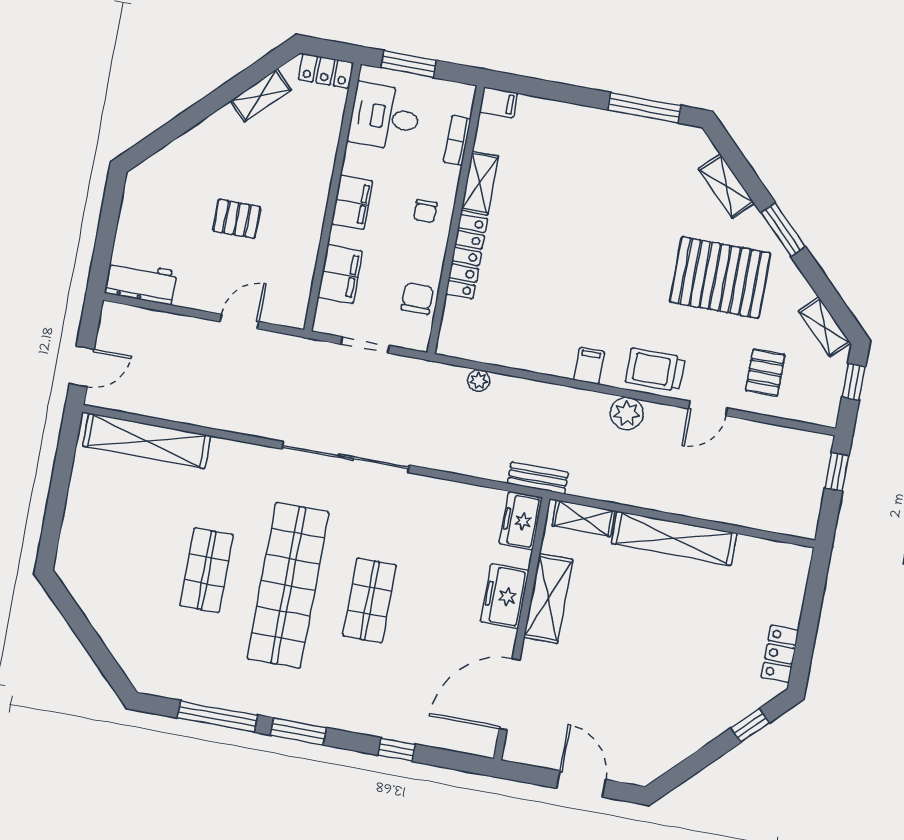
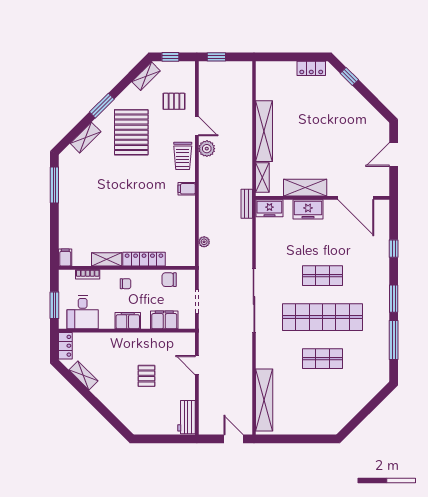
plant: (627, 413) -> (207, 149), moved

